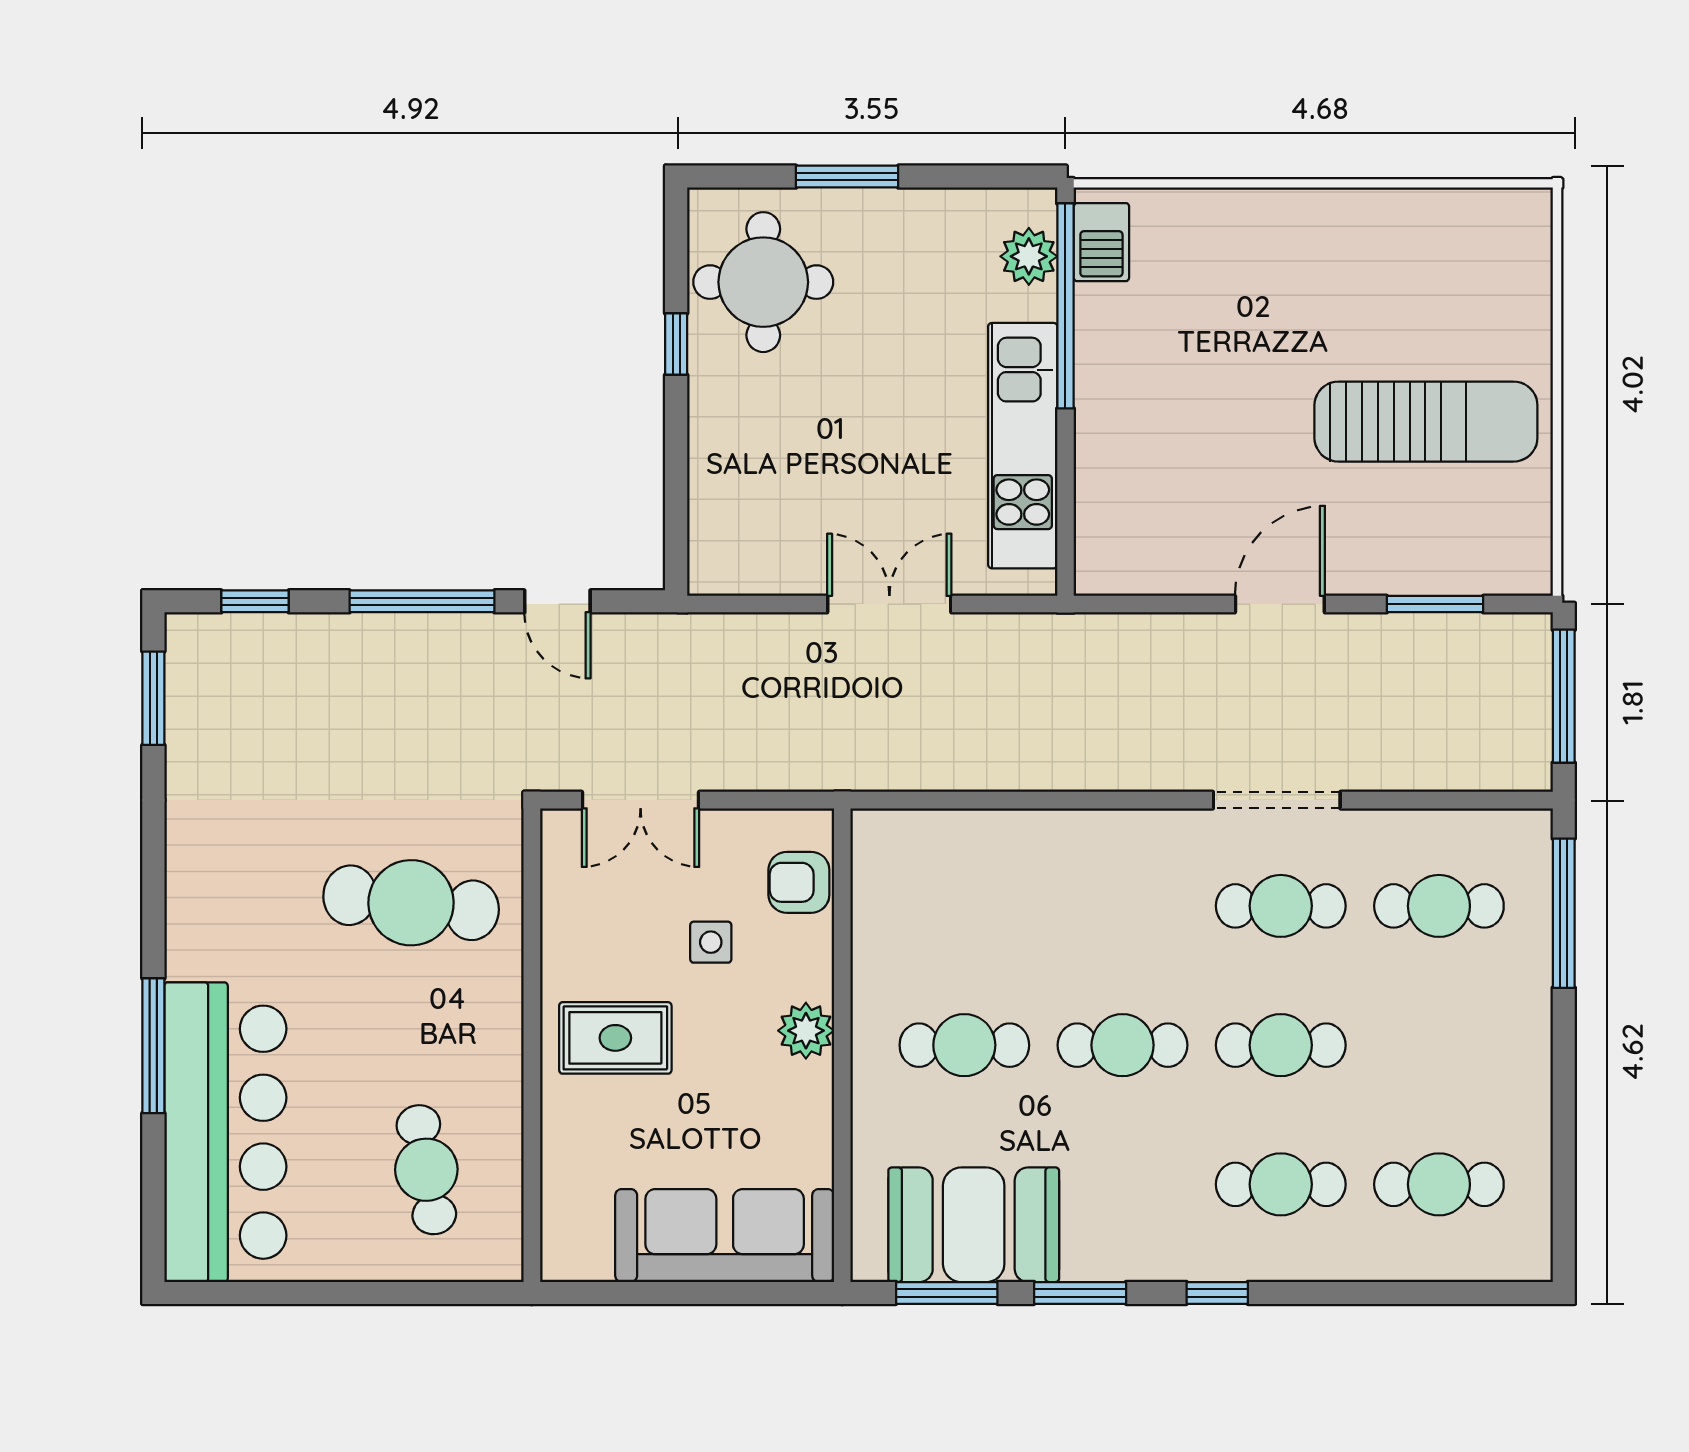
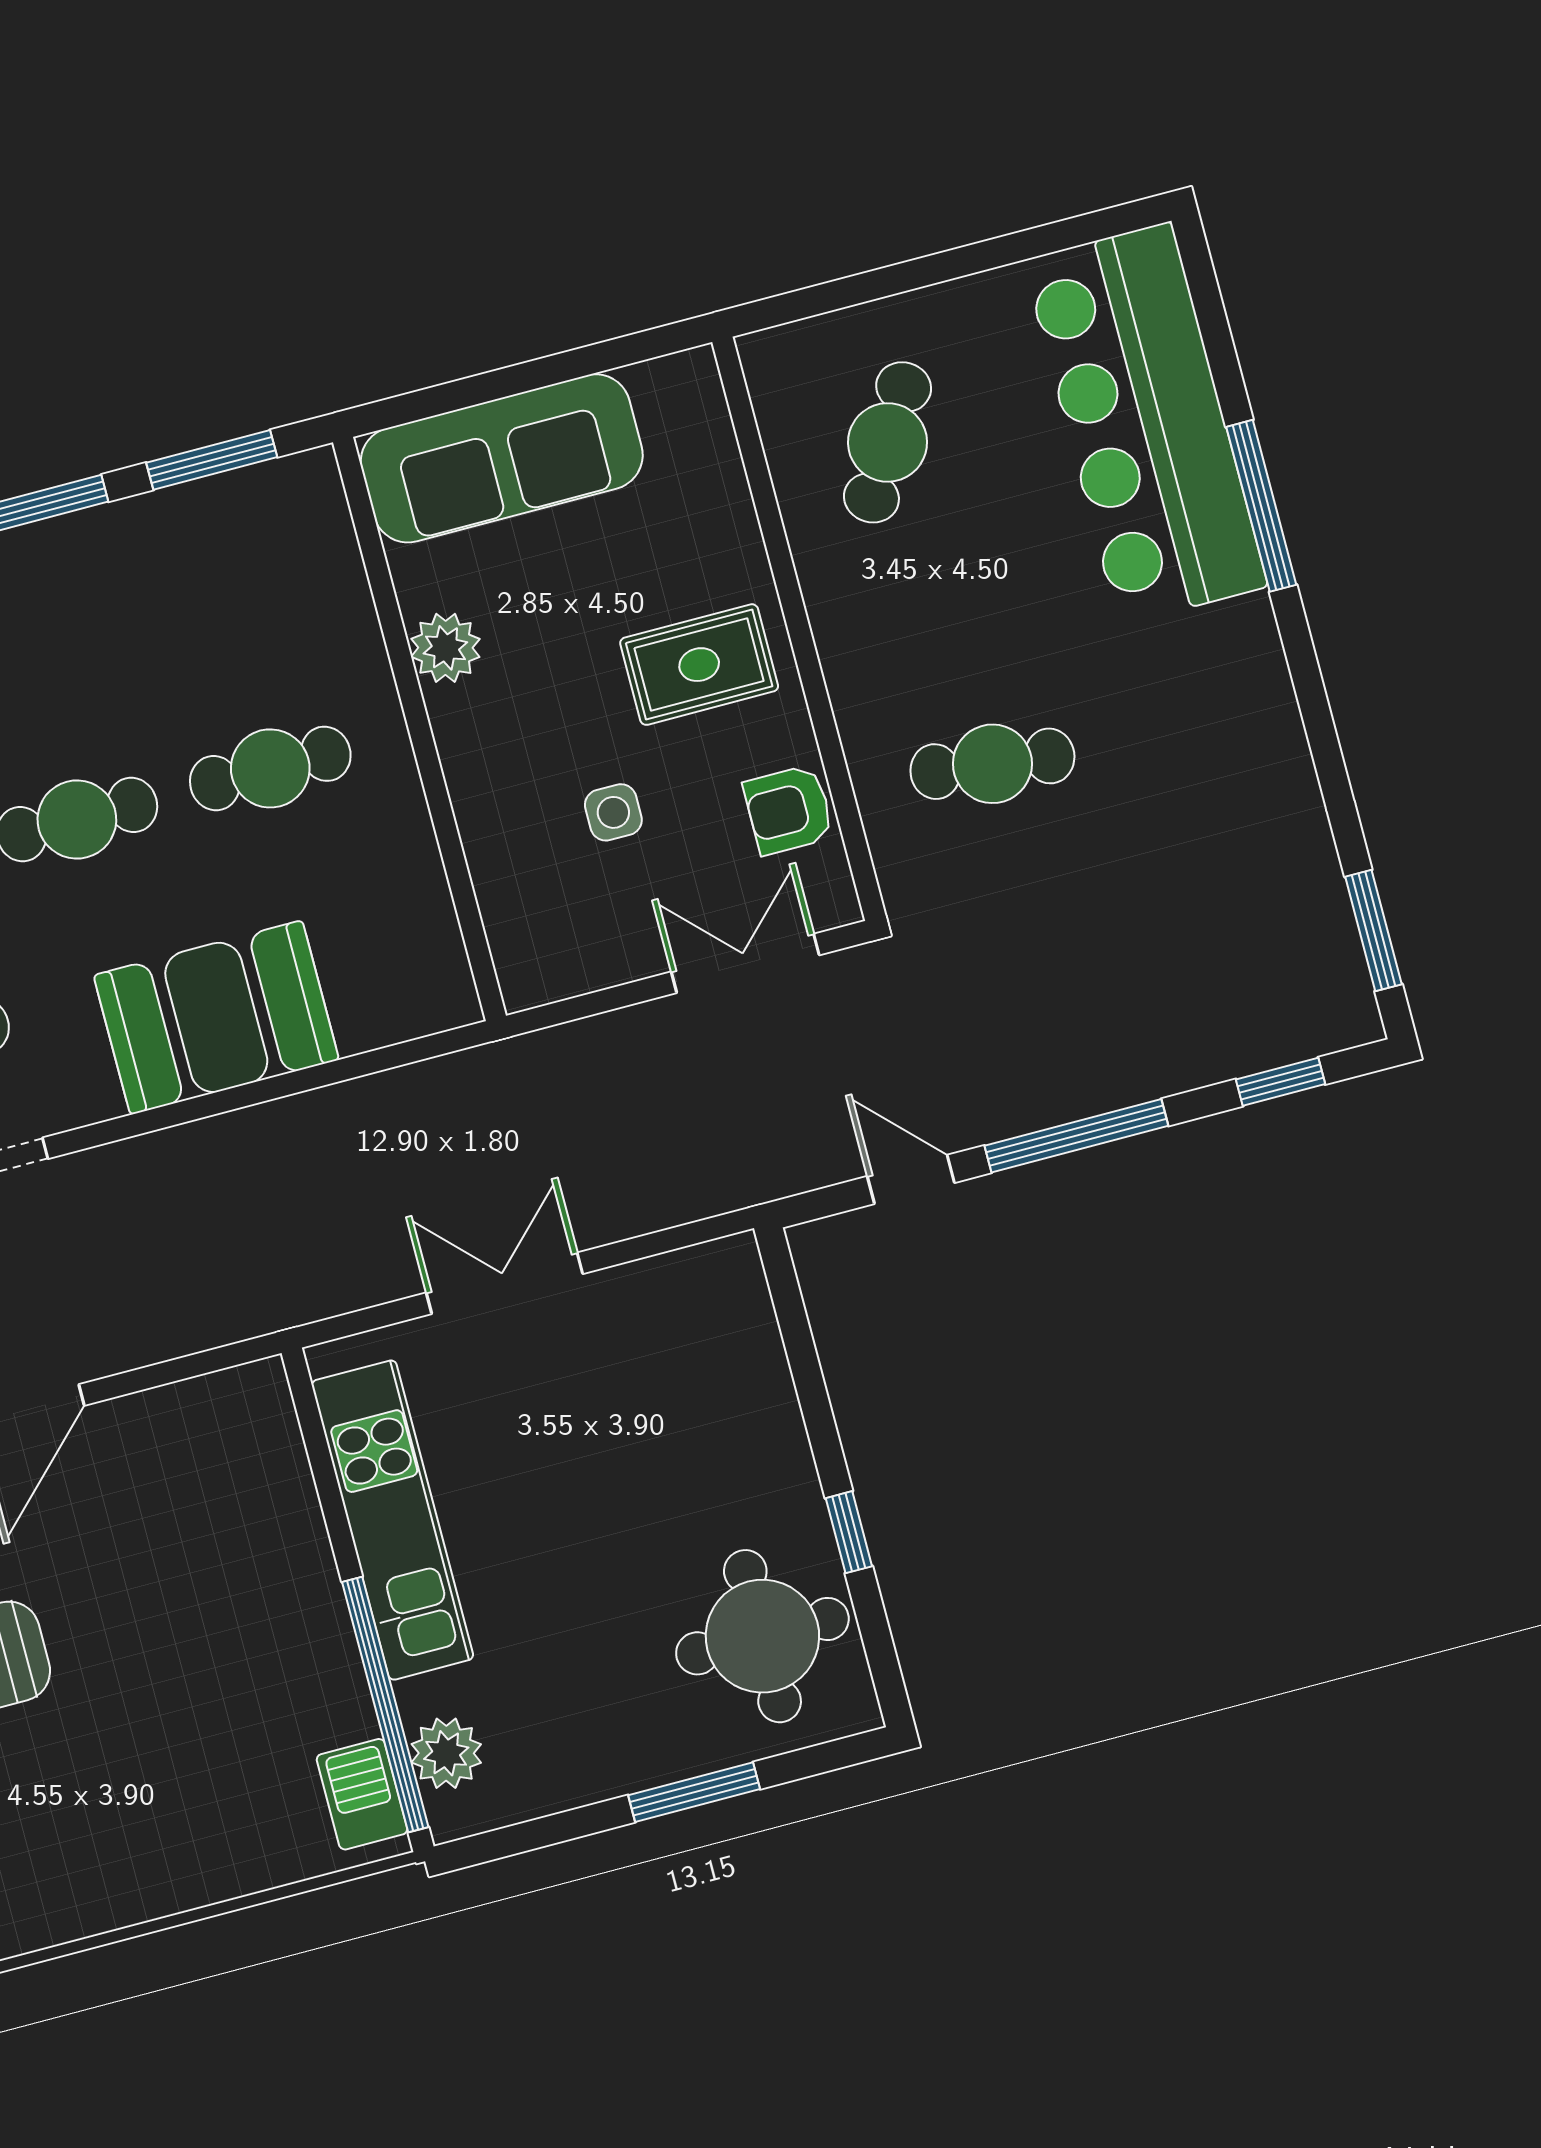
double door: (889, 604) -> (504, 1283), swing flipped
armchair: (799, 882) -> (789, 810), moved, turned 180
cafe table: (411, 903) -> (992, 764), width x0.73, depth x0.74
plant: (806, 1031) -> (445, 648), moved
cafe table: (426, 1170) -> (888, 442), turned 41
booth: (974, 1225) -> (216, 1017), moved

